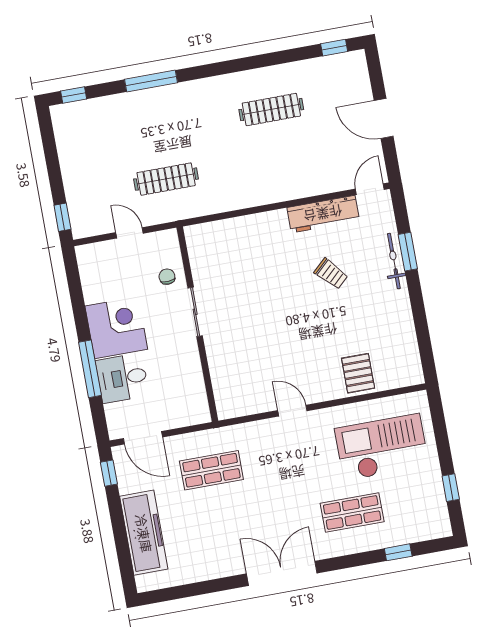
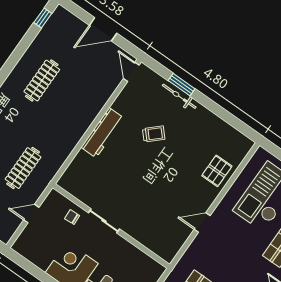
workbench: (323, 214) -> (102, 133), moved
pallet: (358, 373) -> (217, 171), turned 90

